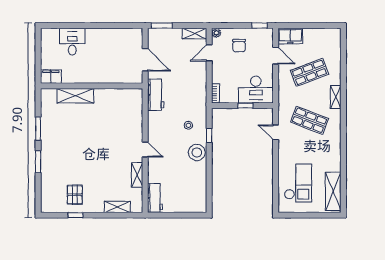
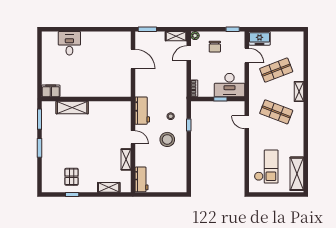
filing cabinet: (51, 77) -> (51, 91), moved
wall: (92, 86) -> (86, 99), moved
workbench: (156, 95) -> (142, 111), moved
shelving: (75, 96) -> (72, 108), moved
stool: (197, 152) -> (167, 139), moved

